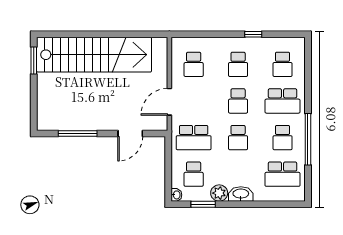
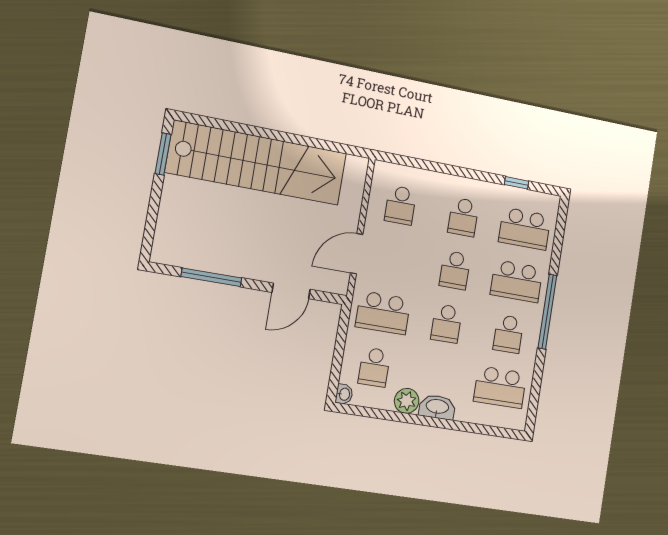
window: (253, 34) -> (516, 183), moved
school desk: (283, 64) -> (525, 229), width x1.85
window: (308, 139) -> (547, 312), moved
window: (203, 204) -> (381, 414), removed

